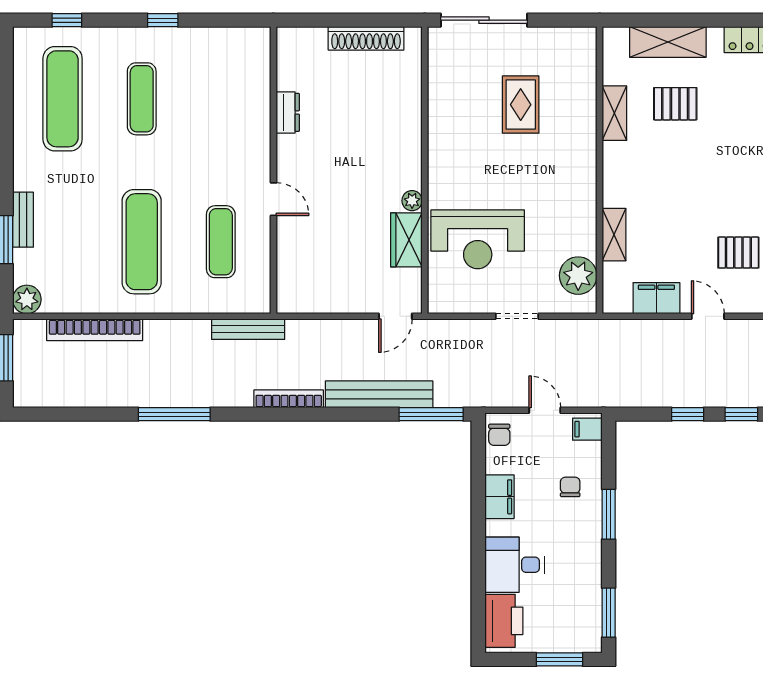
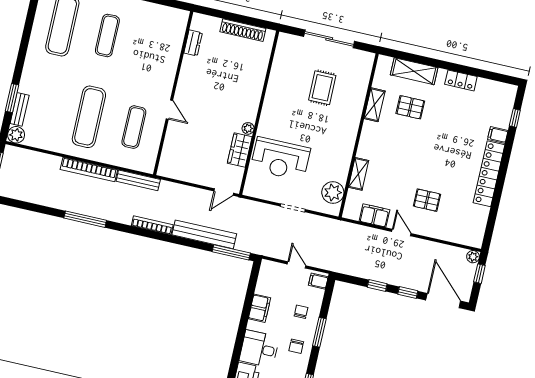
sliding door: (484, 20) -> (329, 39), moved
dresser: (288, 112) -> (193, 43), moved
bench: (23, 220) -> (20, 109), moved
bookcase: (95, 330) -> (89, 170), moved
chair: (499, 435) -> (296, 346), moved

